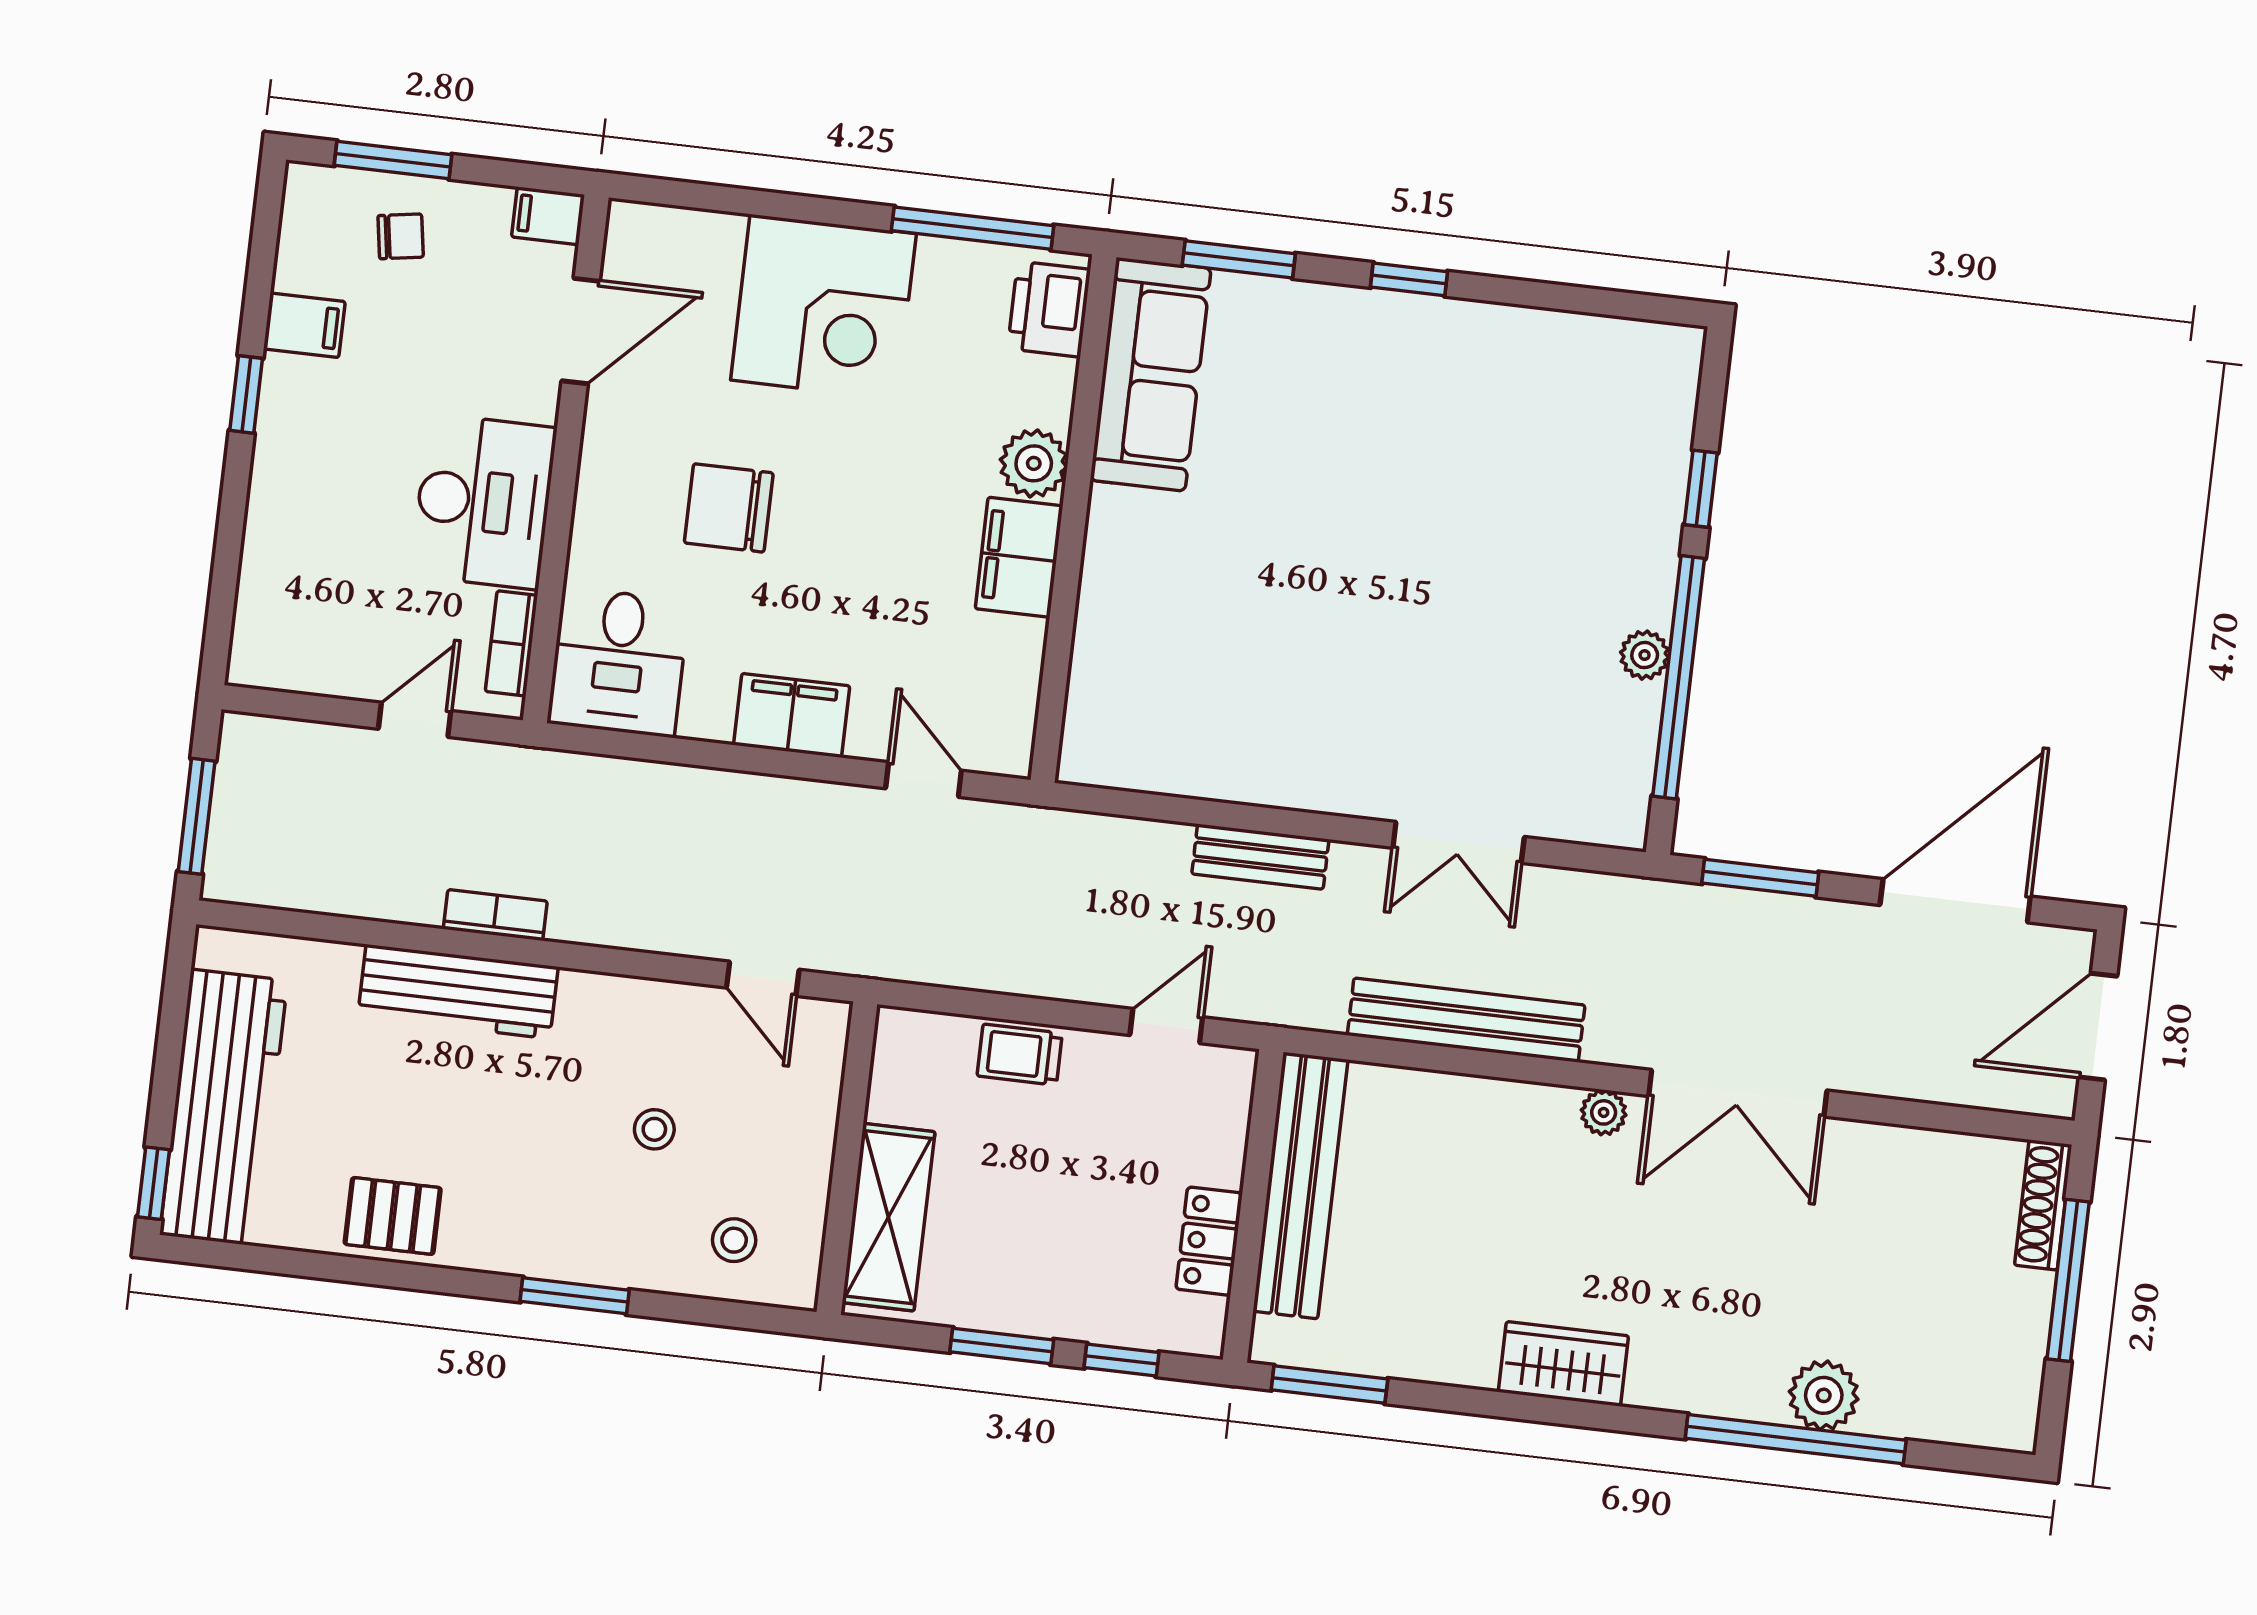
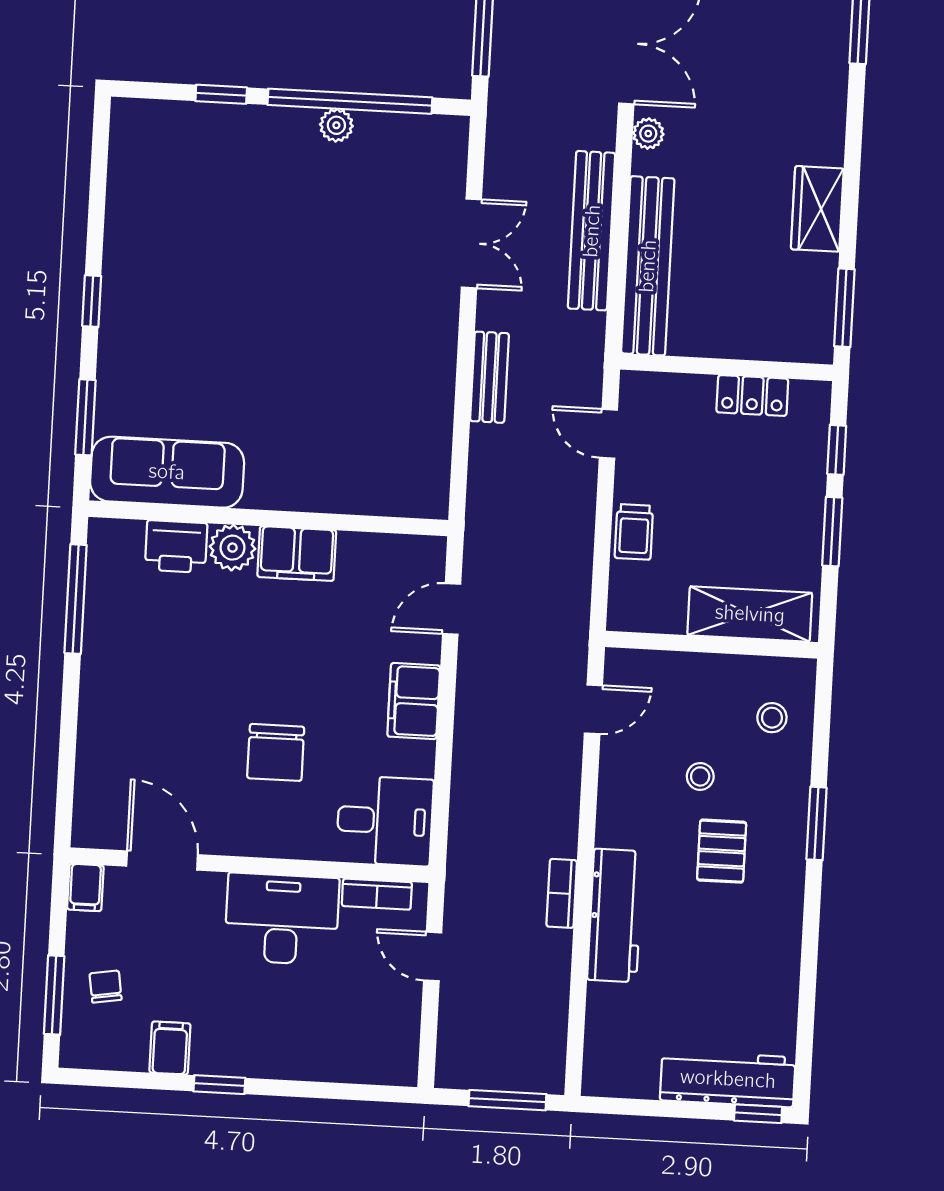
corner desk: (823, 307) -> (135, 697), removed
printer: (1049, 309) -> (176, 546), moved
workbench: (224, 1108) -> (728, 1079), width x0.73, depth x0.76
bench: (1300, 1185) -> (648, 266), moved, turned 90
pallet: (393, 1216) -> (722, 851), moved
wardrobe: (1563, 1364) -> (817, 209), moved

